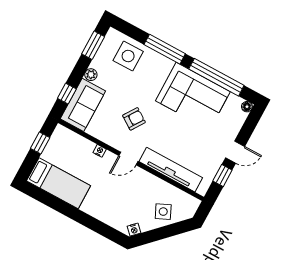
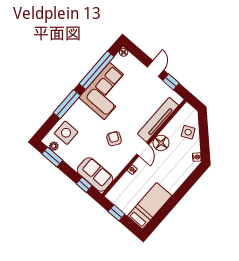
plant: (91, 75) -> (54, 146), moved
floor lamp: (142, 180) -> (161, 143), added

